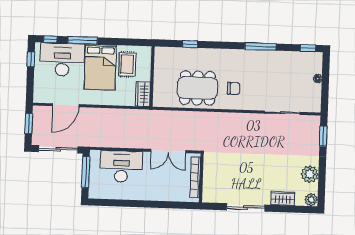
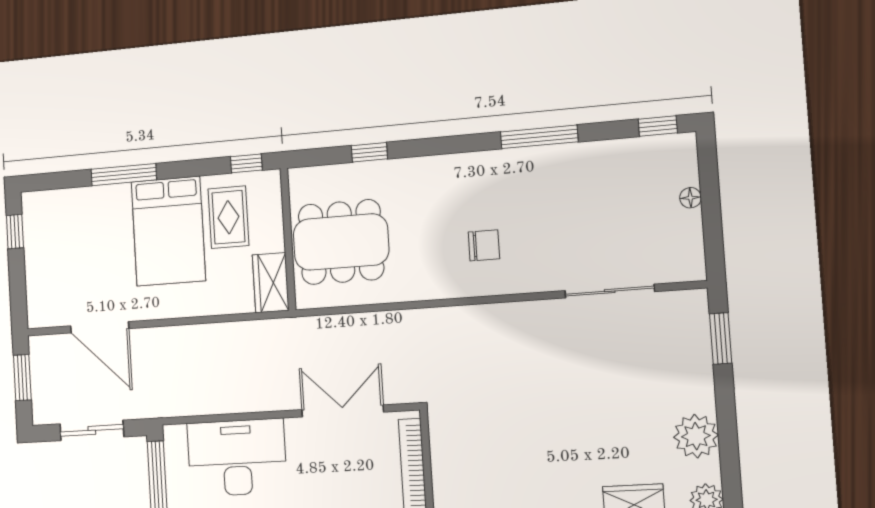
window: (50, 39) -> (246, 163), moved
desk: (62, 60) -> (83, 224), removed
dining table: (197, 88) -> (341, 242), moved
door: (66, 105) -> (100, 327), hinge flipped
sliding door: (58, 149) -> (92, 430), width x0.73
double door: (168, 151) -> (343, 411), swing flipped

